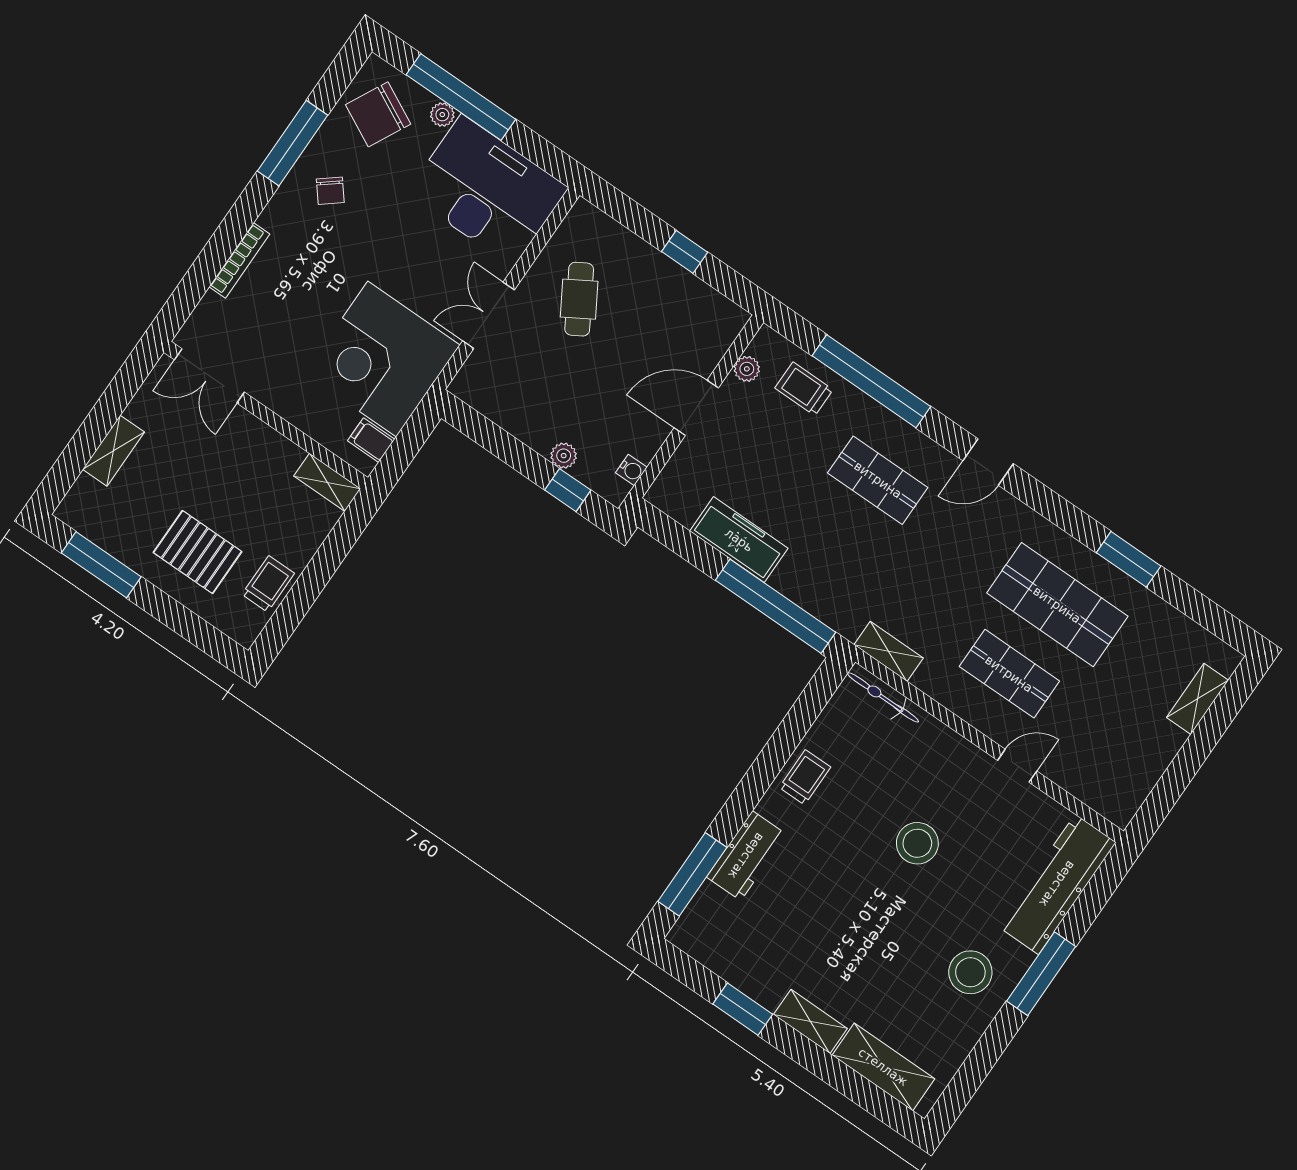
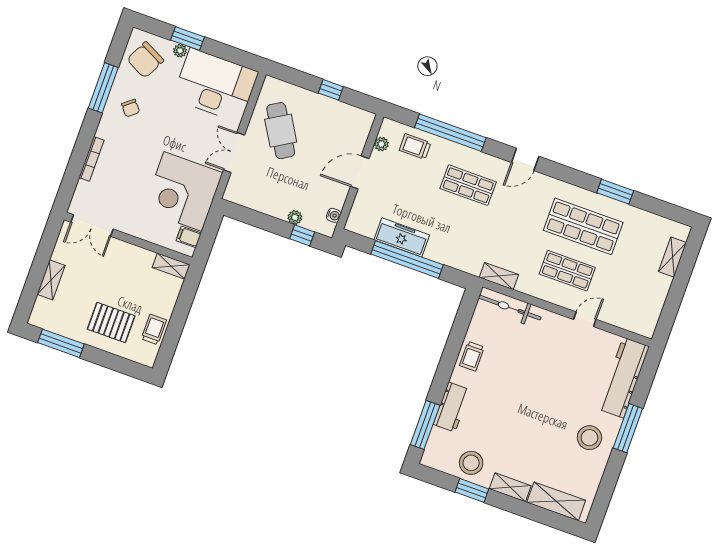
window: (461, 97) -> (188, 39), width x0.47
cafe table: (579, 299) -> (281, 131), width x1.37, depth x1.35
window: (775, 606) -> (407, 259), moved
bicycle: (883, 697) -> (510, 308), width x1.37, depth x1.40
trolley: (805, 777) -> (472, 356), turned 180
stool: (917, 843) -> (471, 463), moved

